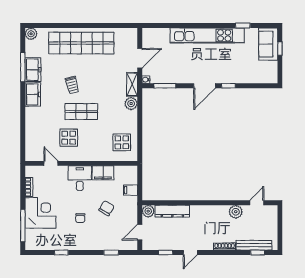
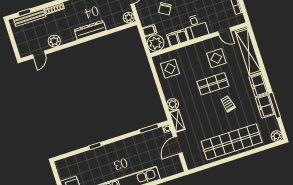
door: (205, 86) -> (115, 139), removed
shelving: (32, 133) -> (248, 52), added
plant: (128, 175) -> (156, 43), added
dresser: (172, 211) -> (90, 30), moved

